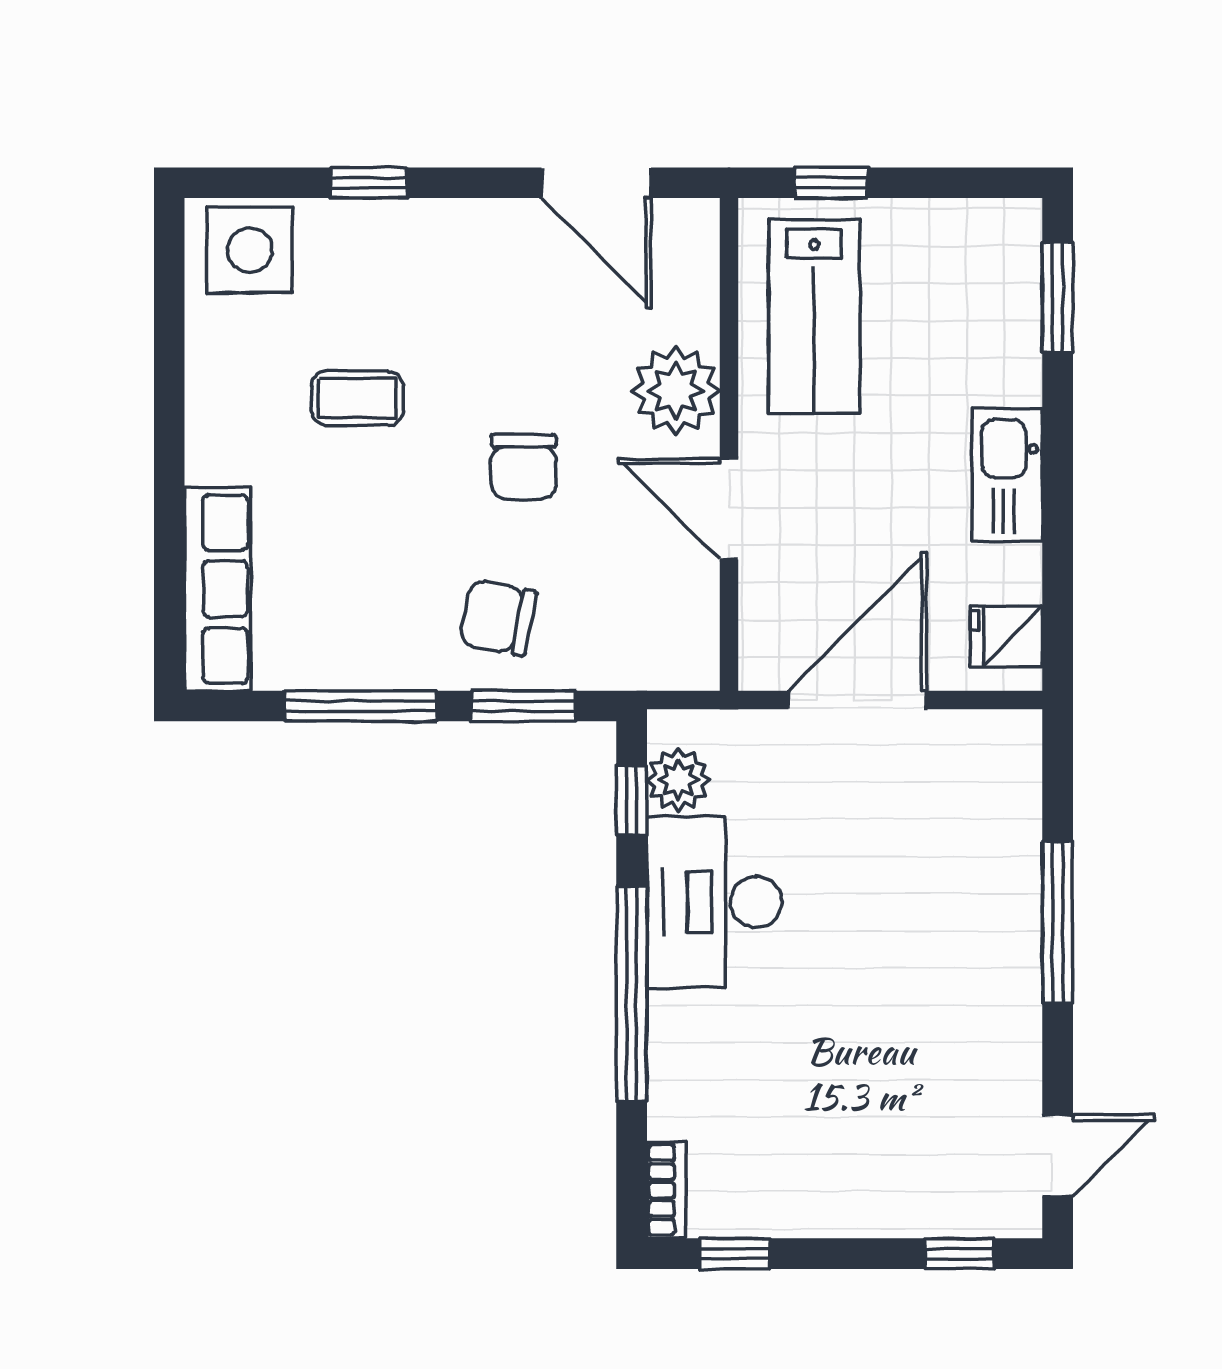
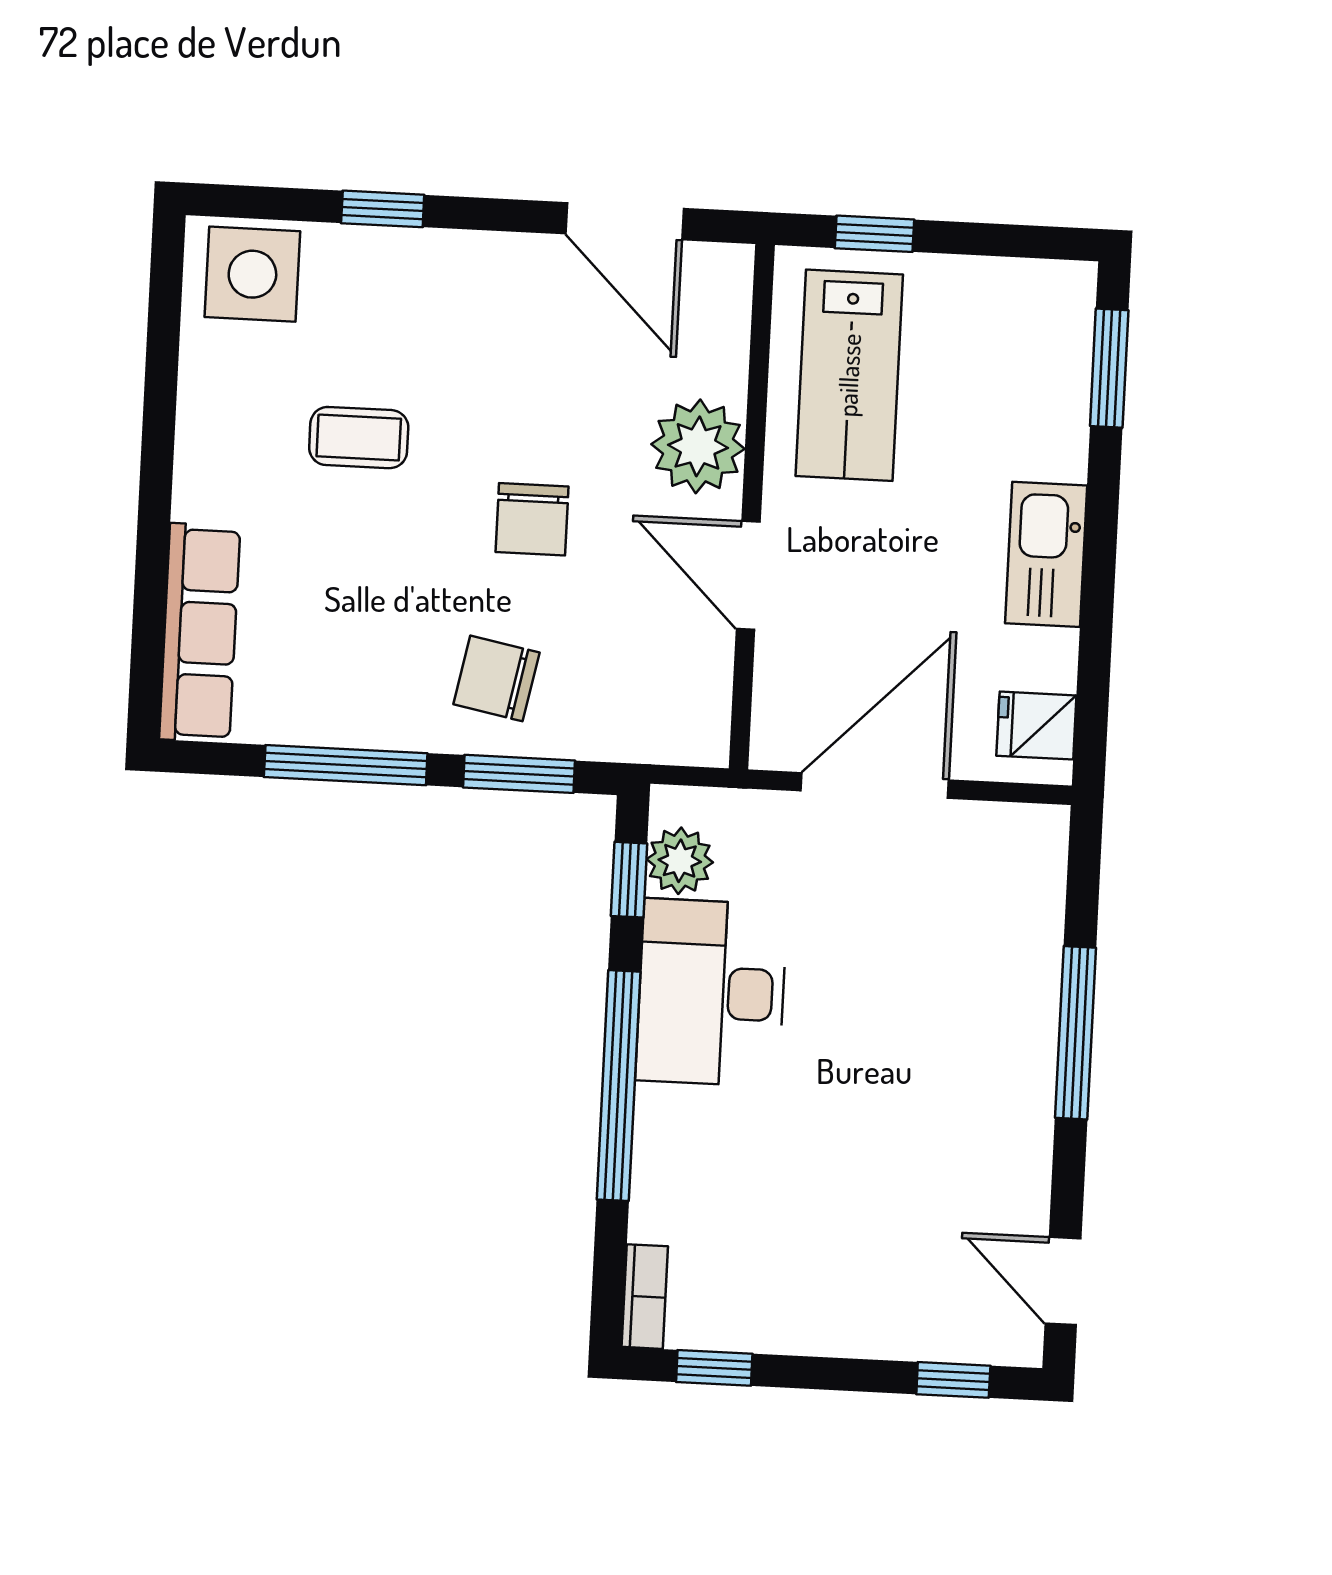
door: (1058, 1156) -> (1063, 1281), swing flipped

